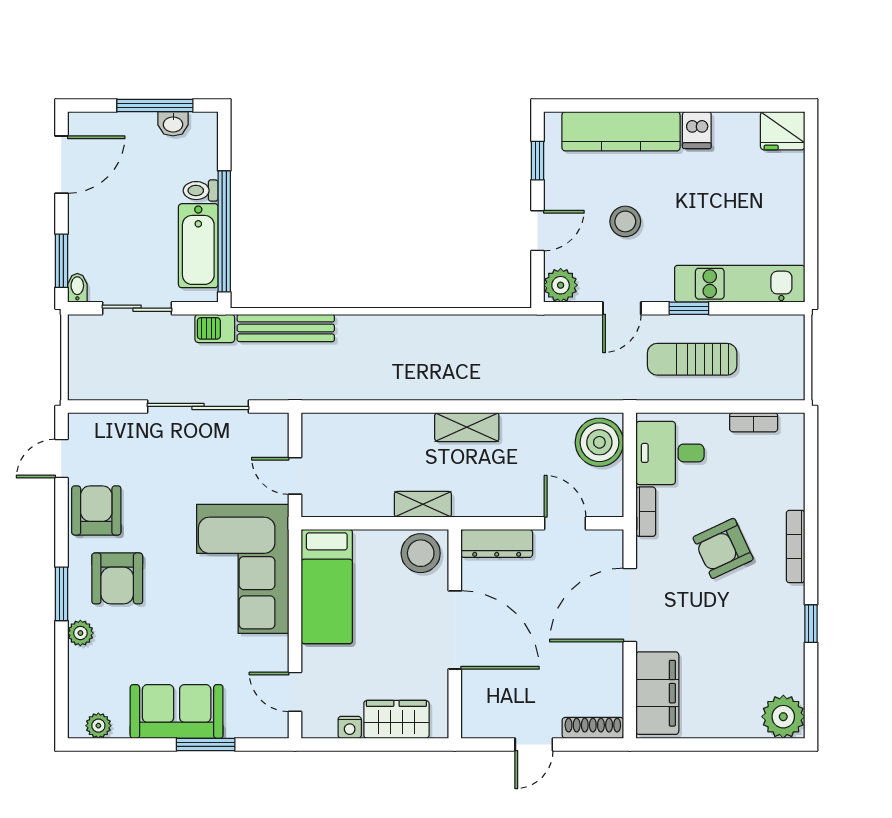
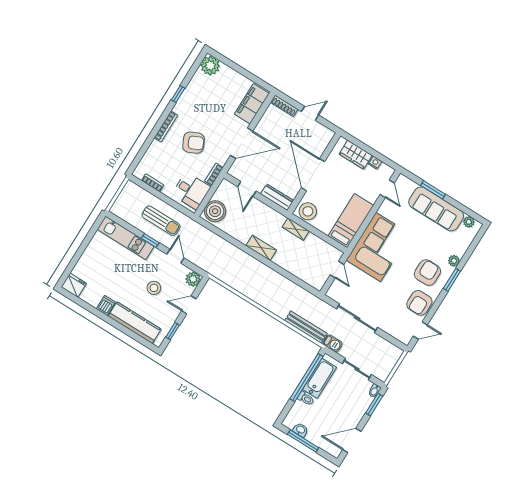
door: (622, 308) -> (175, 256), hinge flipped
sofa: (177, 711) -> (436, 209), width x1.36

